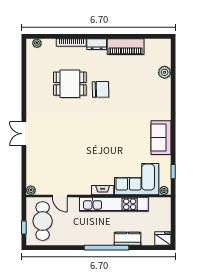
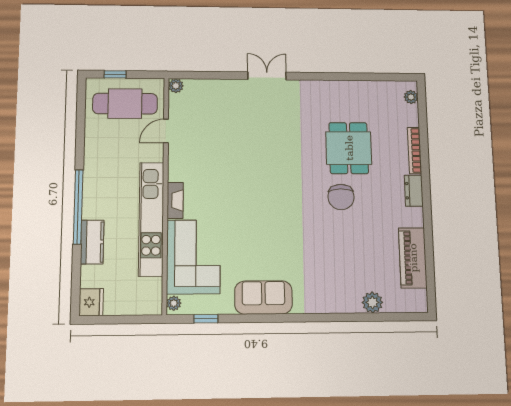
piano: (126, 47) -> (413, 258), moved

